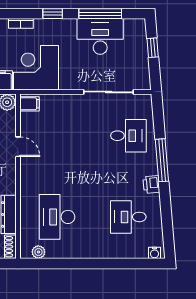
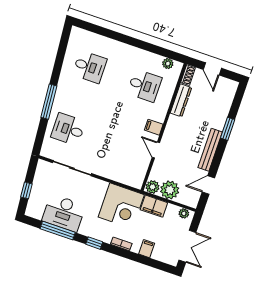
filing cabinet: (30, 104) -> (154, 127), moved
printer: (151, 184) -> (63, 86), removed
desk: (57, 217) -> (144, 86), width x0.73
water cooler: (154, 253) -> (79, 32), removed

